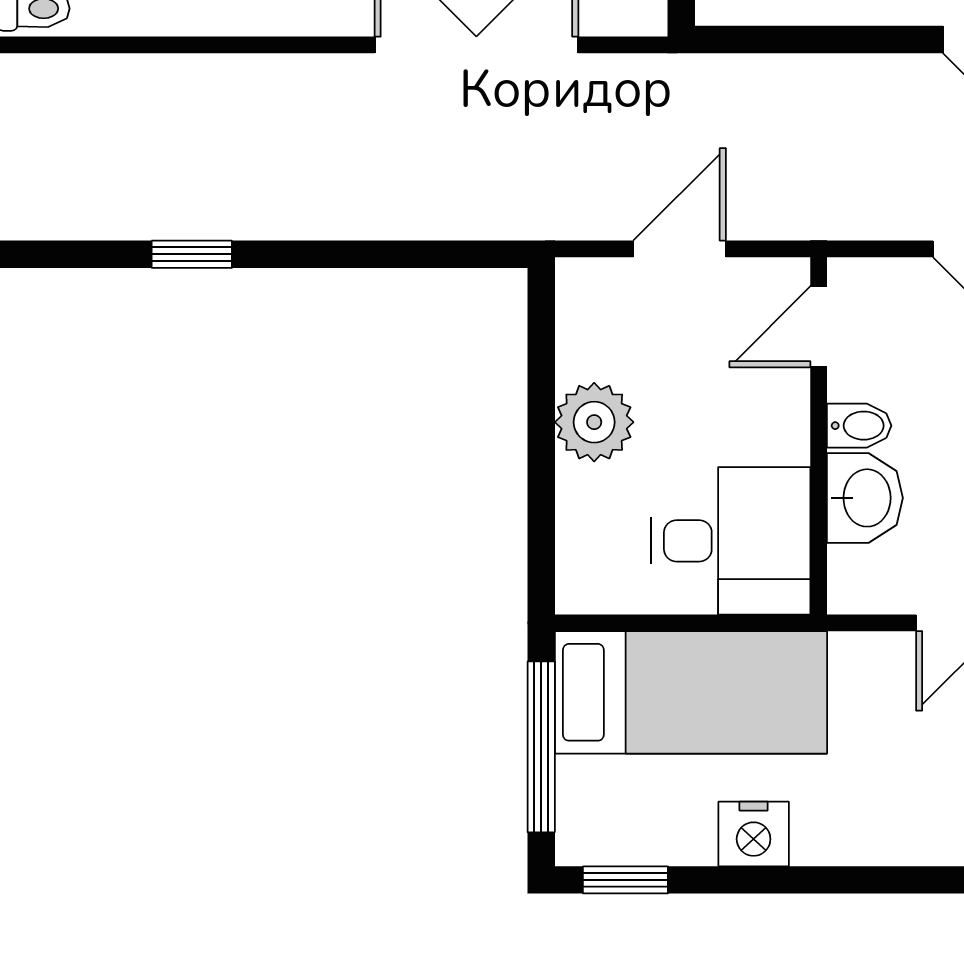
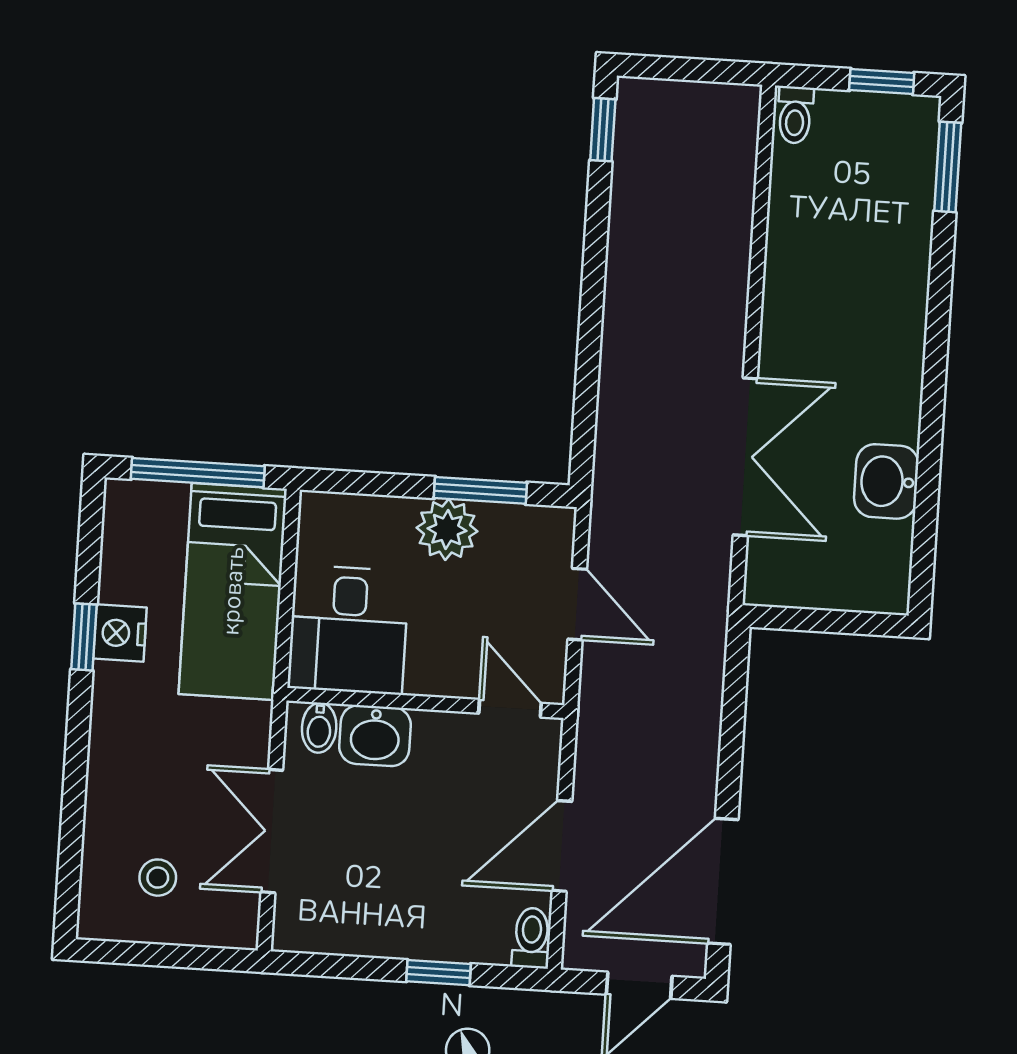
window: (192, 254) -> (603, 130), moved
window: (541, 382) -> (480, 490), added
bidet: (859, 426) -> (319, 728), moved
window: (625, 880) -> (84, 637), moved

